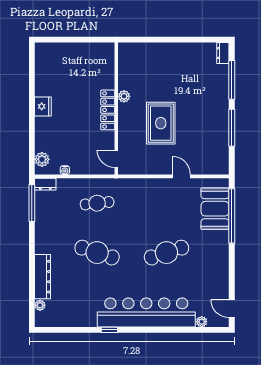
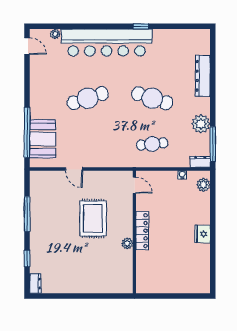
window: (232, 80) -> (27, 259), width x0.46
plant: (40, 305) -> (201, 124), moved, width x1.87, depth x1.87

